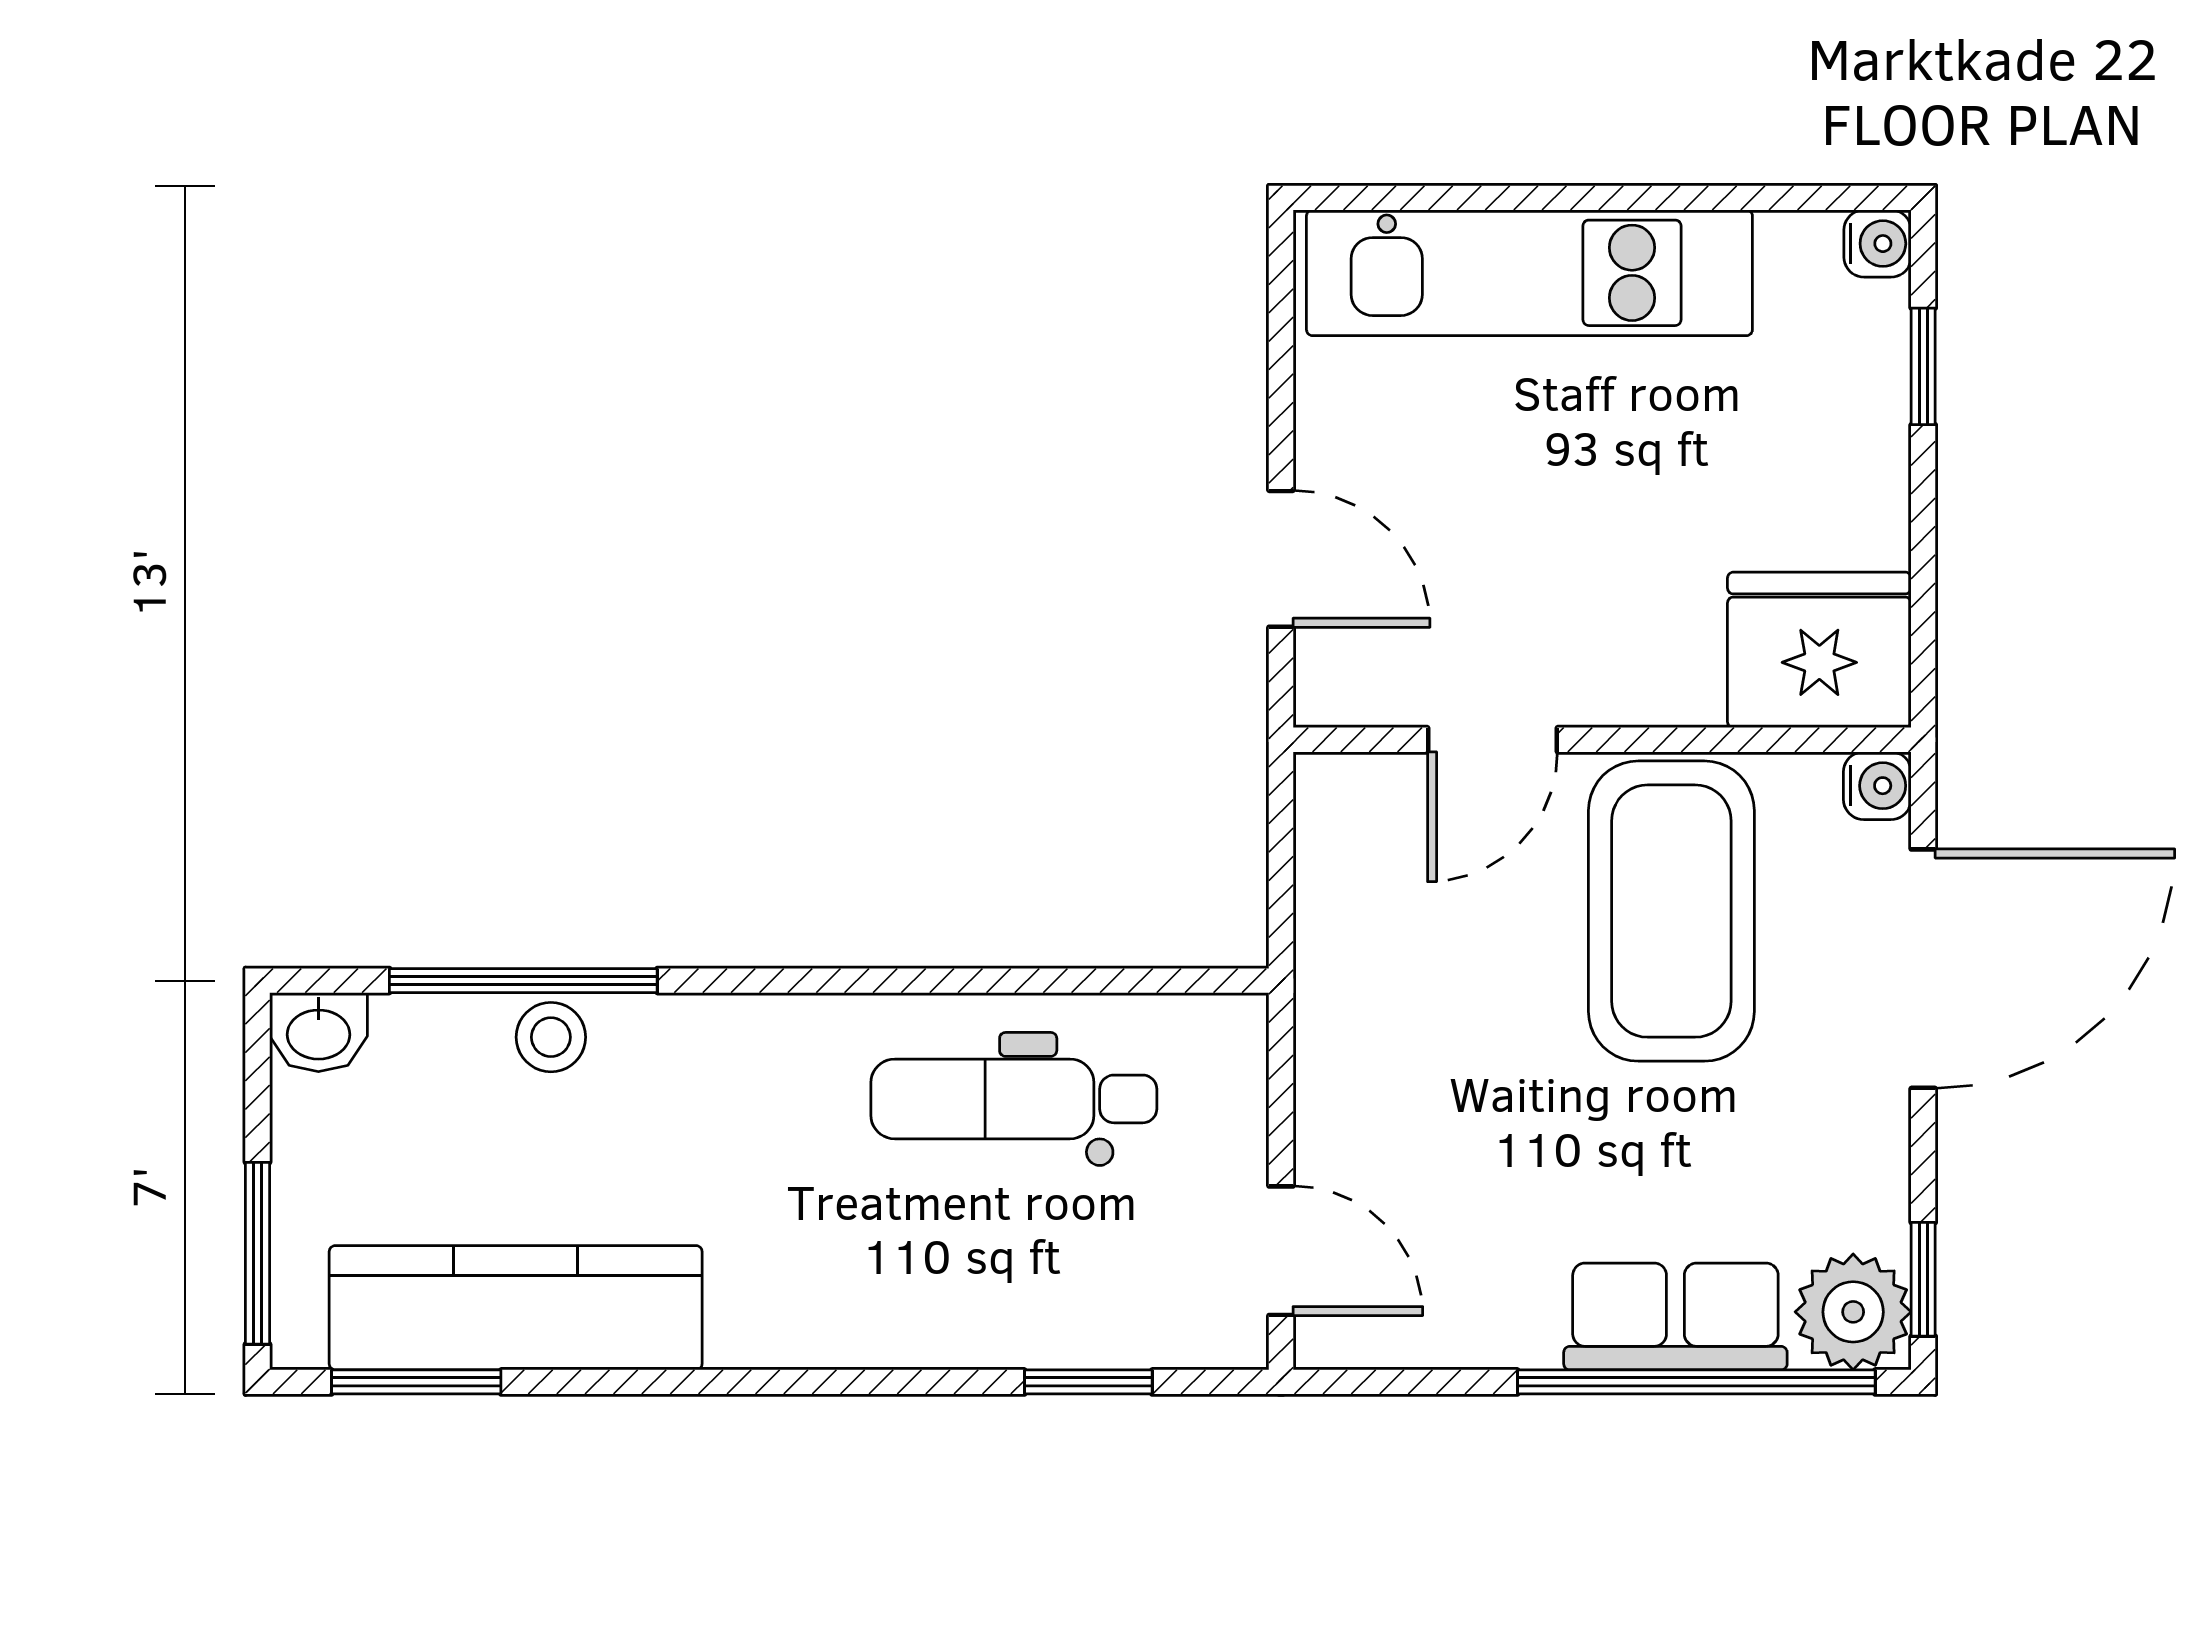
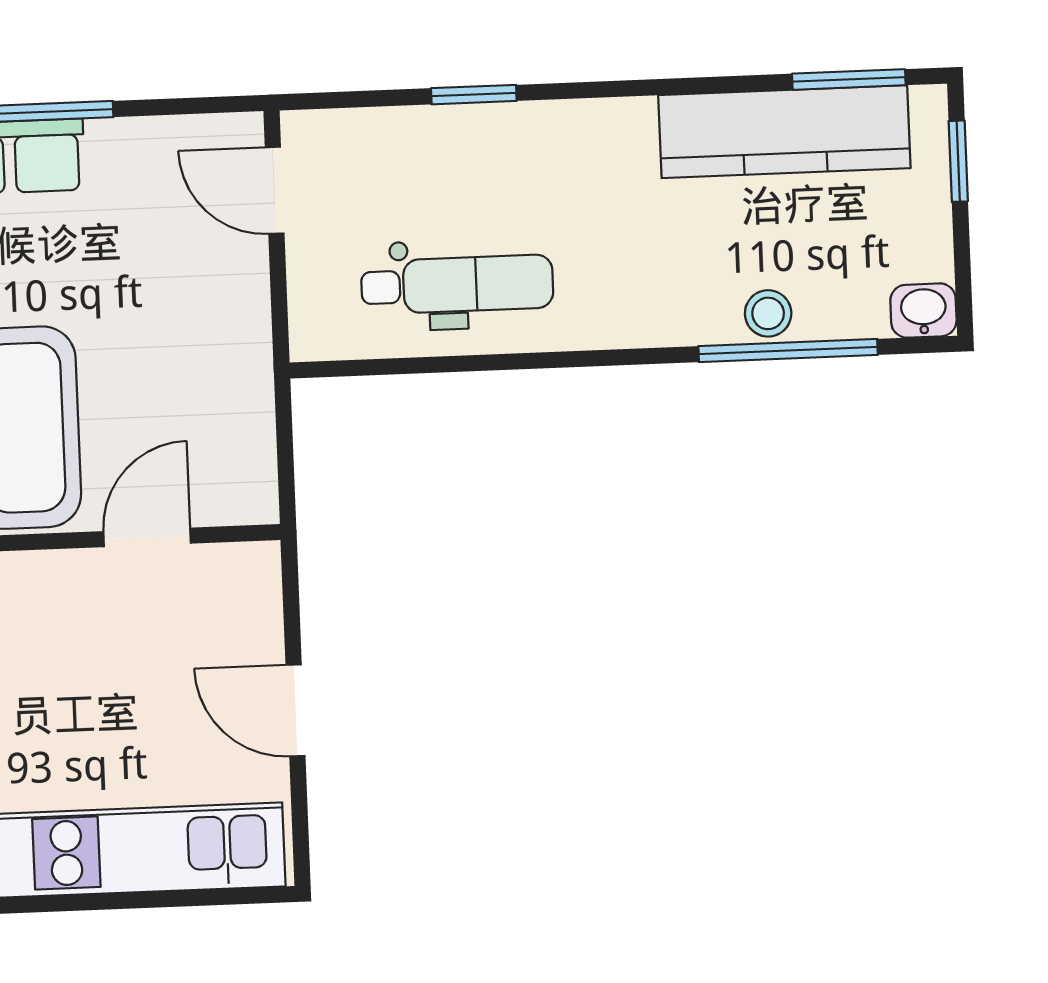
door: (1281, 559) -> (296, 710), moved
window: (258, 1253) -> (958, 161), width x0.67
window: (1088, 1382) -> (474, 95), moved

